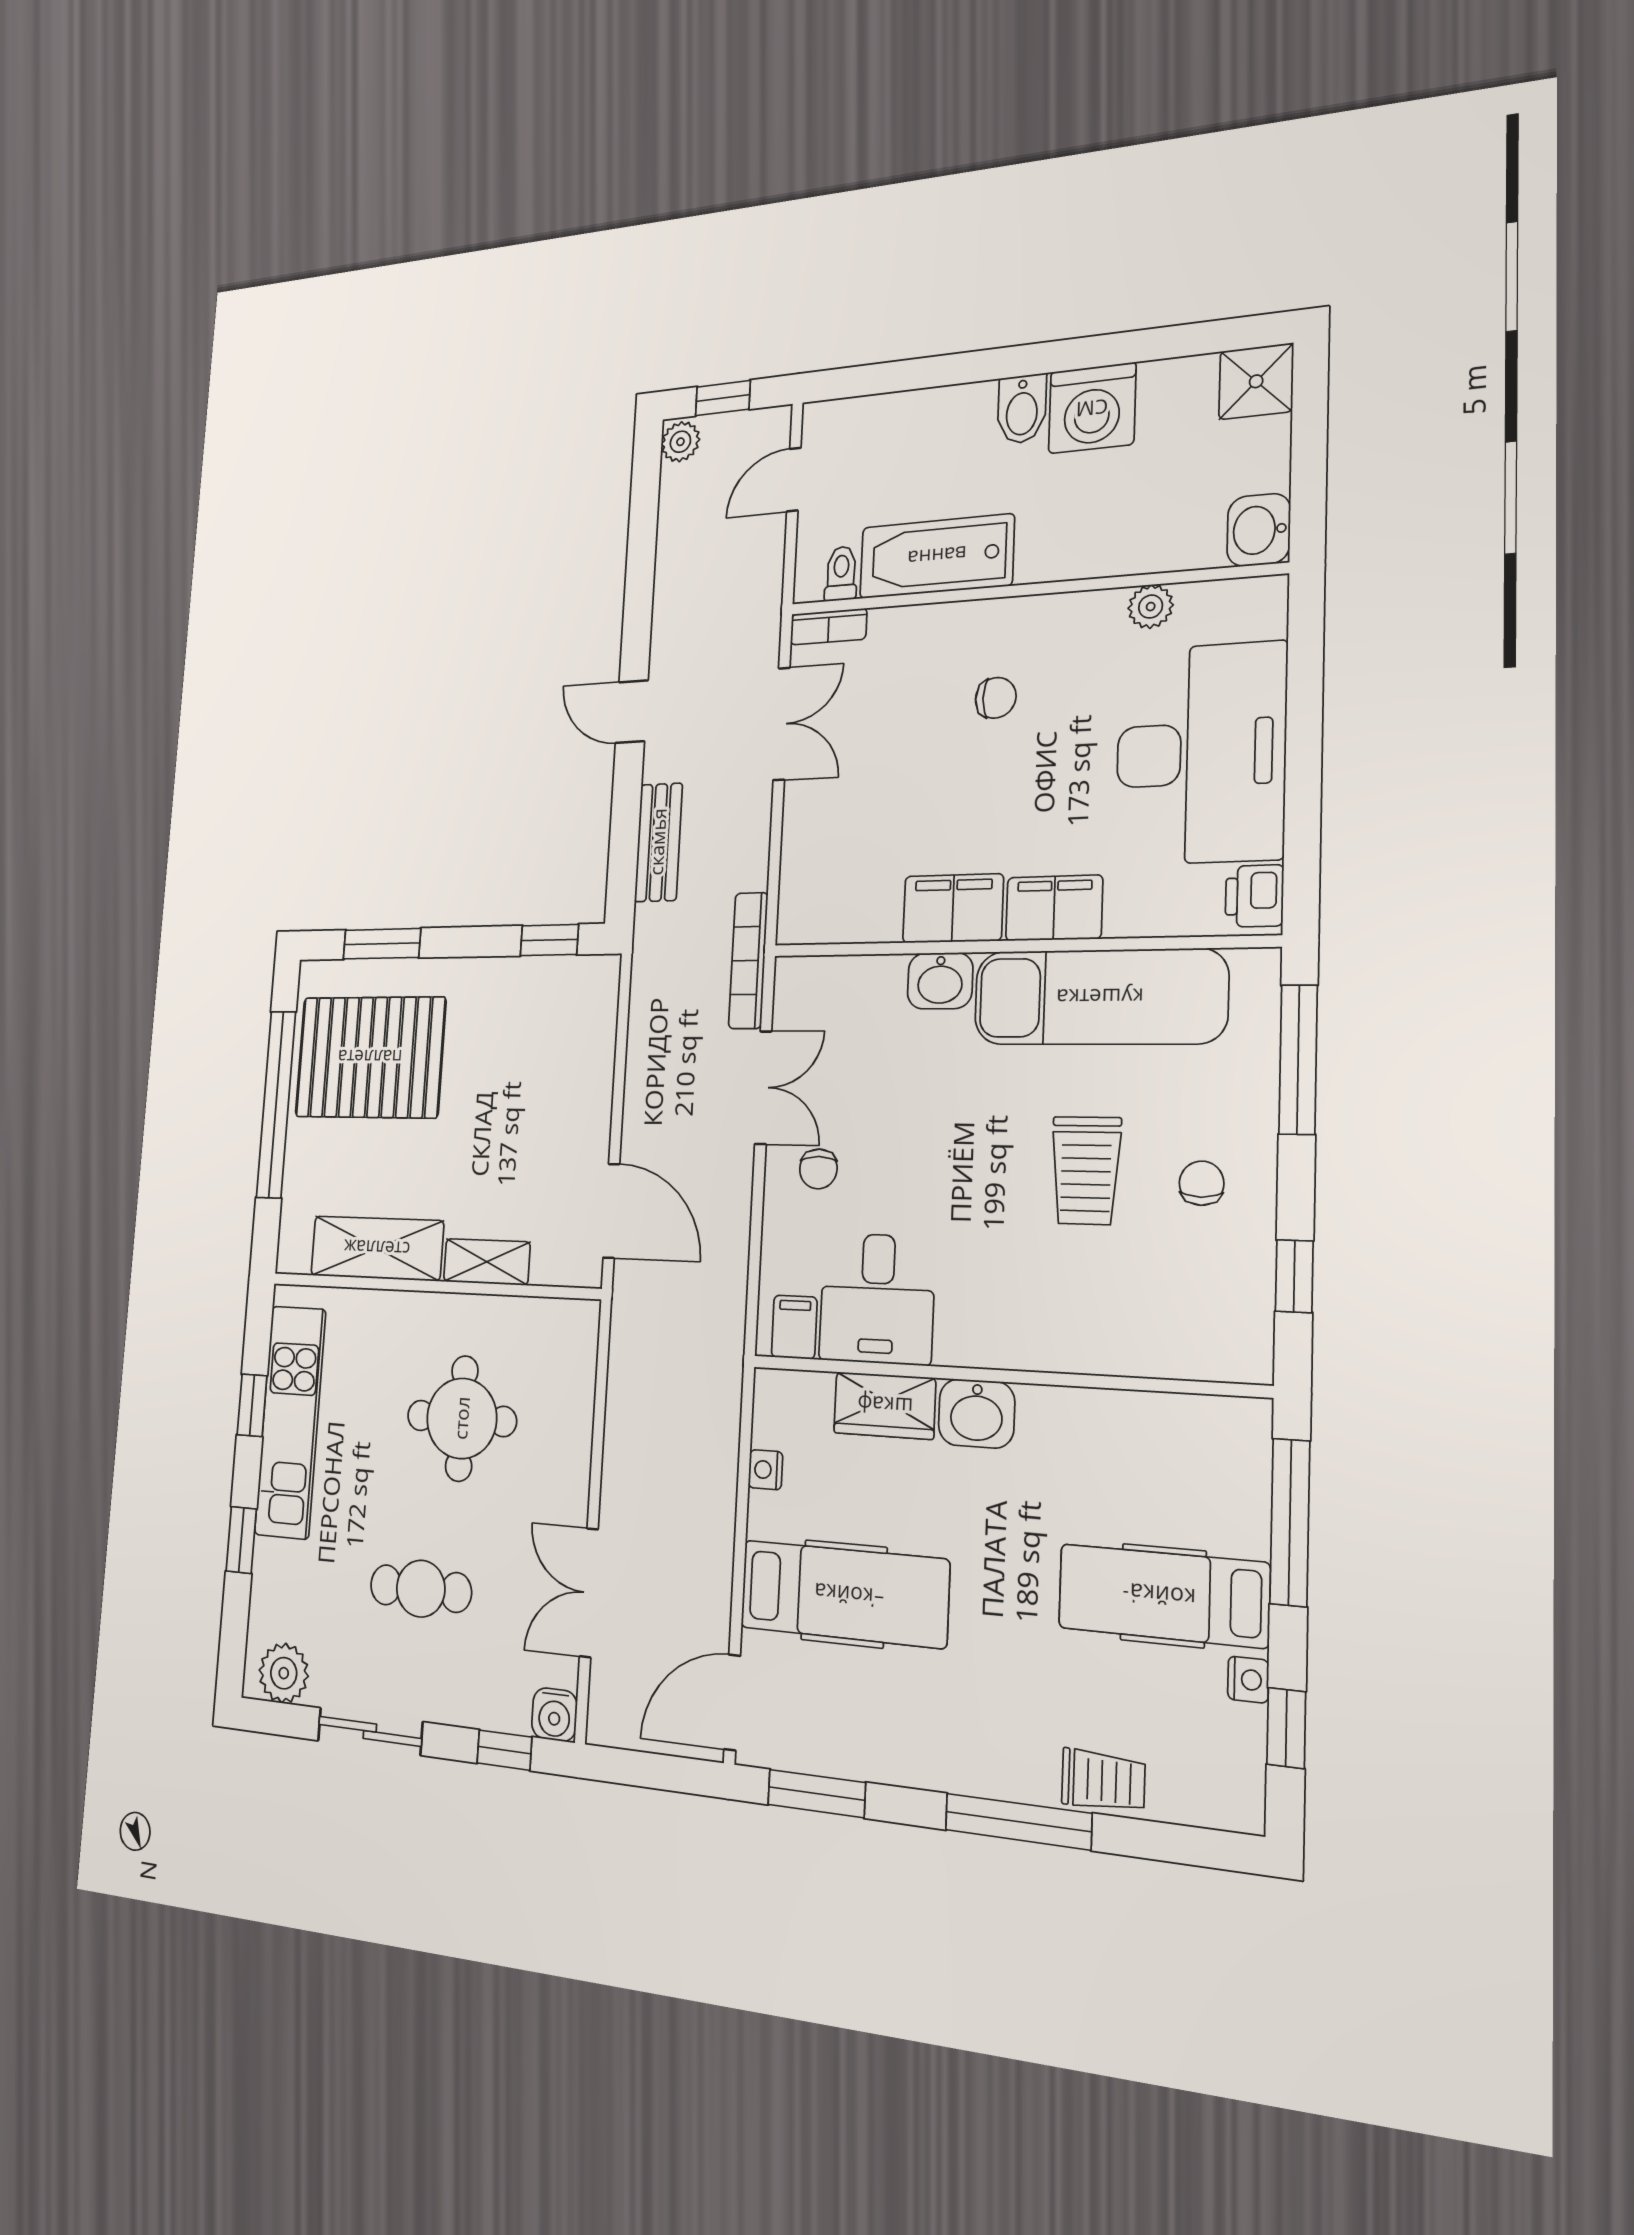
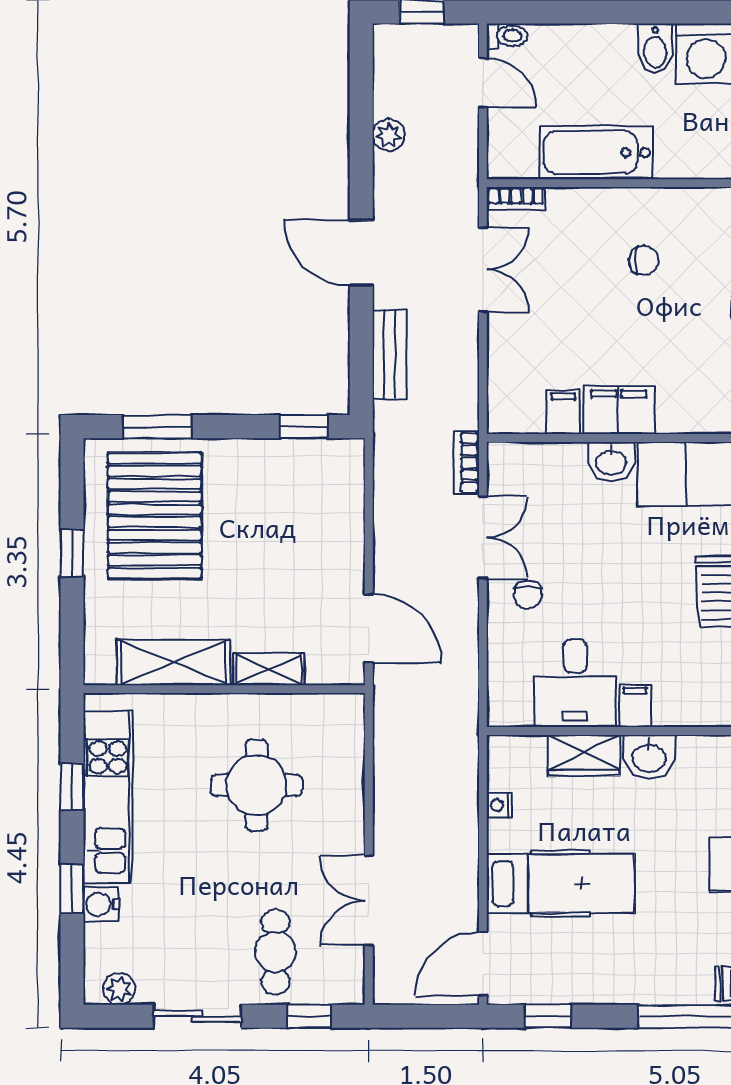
plant: (680, 442) -> (389, 135), moved
door: (794, 480) -> (483, 83), swing flipped
toilet: (841, 574) -> (507, 36), moved, turned 90
door: (632, 712) -> (361, 253), width x1.38
filing cabinet: (1054, 908) -> (563, 412), moved, width x0.50
bookcase: (748, 961) -> (466, 463), width x0.64
pallet: (370, 1057) -> (155, 516), turned 90
window: (276, 1104) -> (72, 553), width x0.32
filing cabinet: (794, 1327) -> (635, 706), moved
cafe table: (421, 1589) -> (276, 952), moved, turned 90
plant: (284, 1673) -> (119, 989), width x0.73, depth x0.73
water cooler: (554, 1715) -> (101, 904), moved, turned 90
window: (817, 1794) -> (547, 1016), width x0.67

